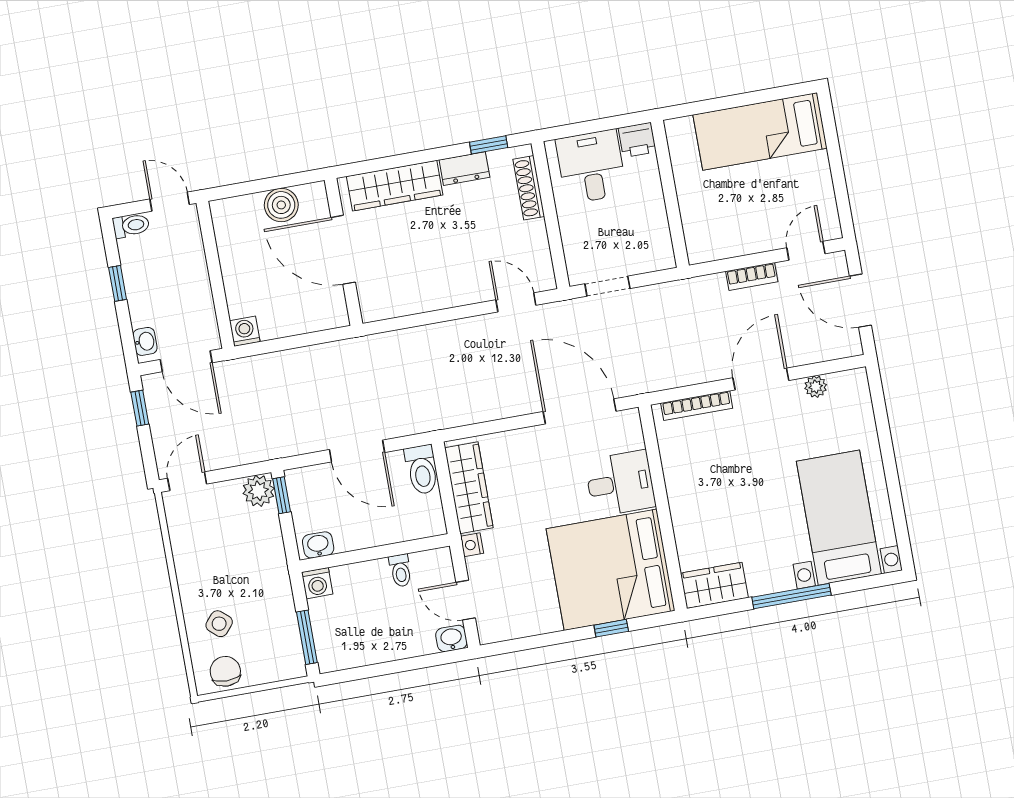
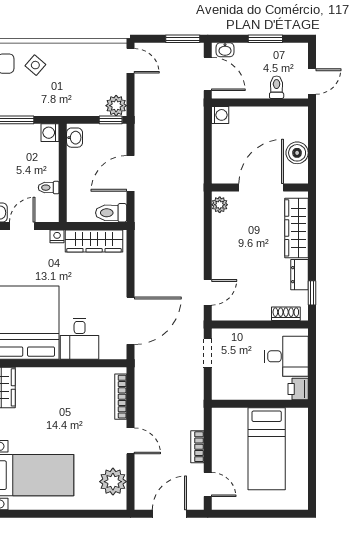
bed: (760, 131) -> (267, 449), moved, turned 180
shoe rack: (529, 188) -> (286, 314), width x0.70
toilet: (131, 226) -> (277, 87), moved, turned 180
window: (118, 283) -> (265, 39), width x1.50
plant: (380, 308) -> (220, 205), added
door: (186, 361) -> (208, 74), swing flipped
door: (761, 379) -> (130, 441), width x0.73
plant: (816, 387) -> (113, 482), width x1.88, depth x1.88
window: (140, 408) -> (183, 39), width x1.50

